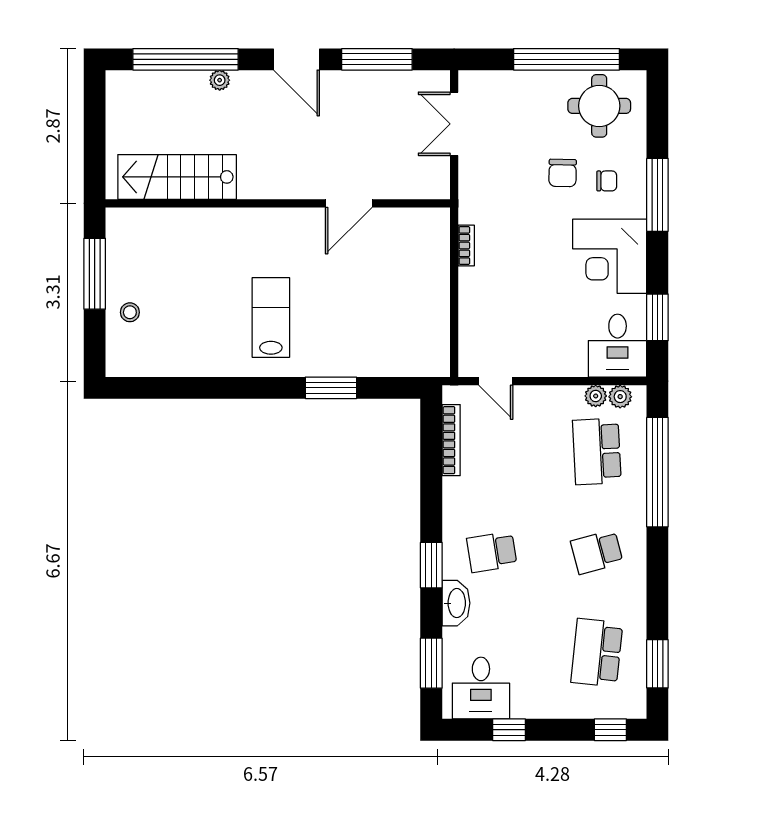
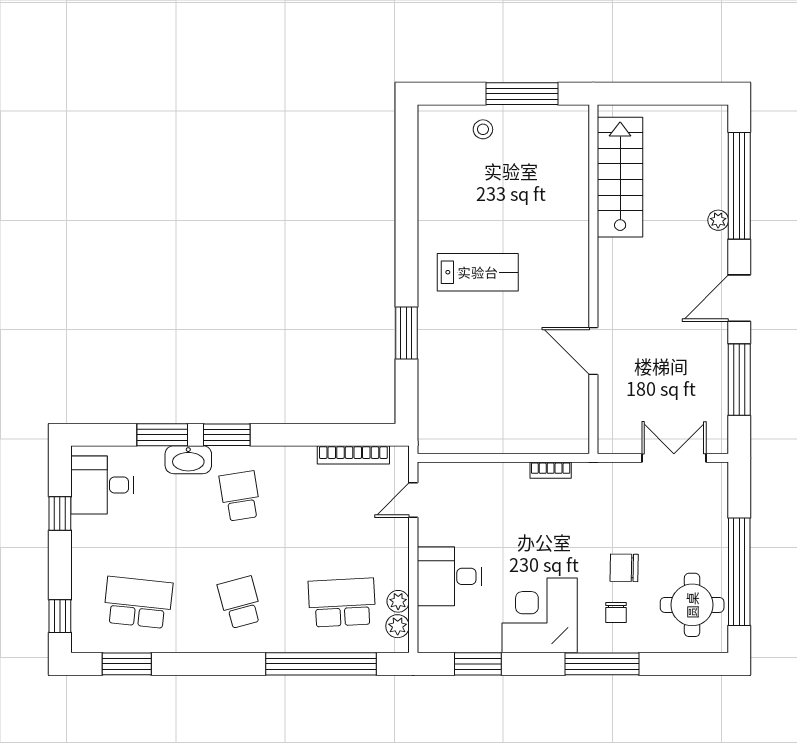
desk: (618, 346) -> (449, 576), moved
window: (431, 663) -> (162, 435), moved

